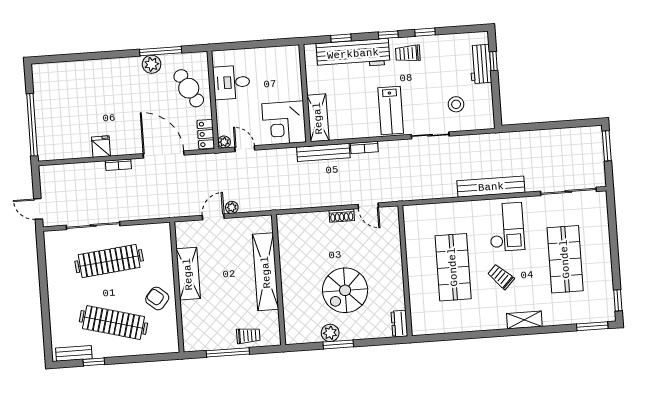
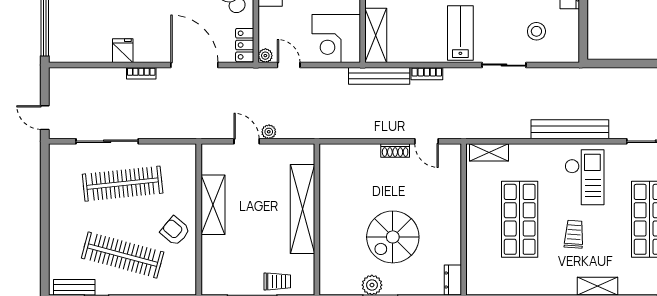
lab bench: (391, 111) -> (460, 33), turned 180
shelving: (423, 211) -> (489, 152), added
door: (213, 217) -> (247, 141), hinge flipped
trolley: (501, 277) -> (574, 234), turned 50

